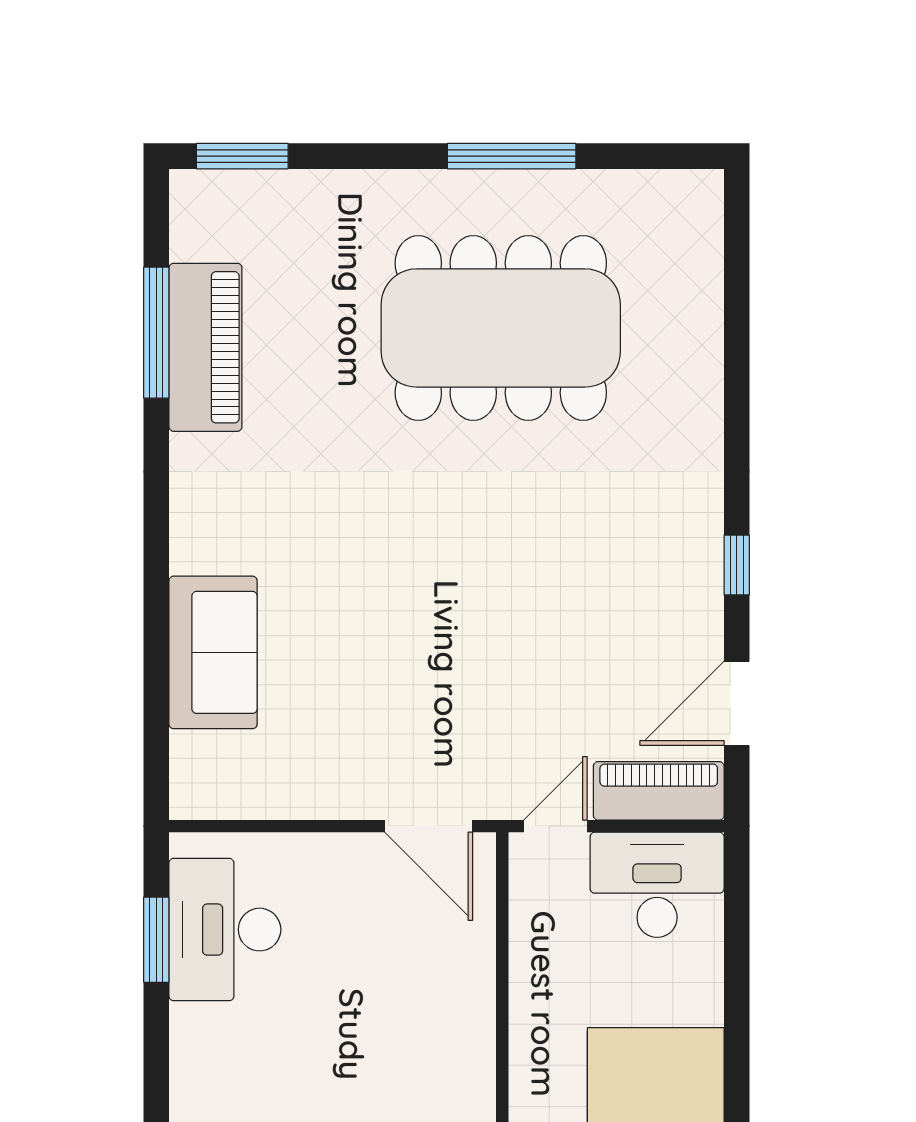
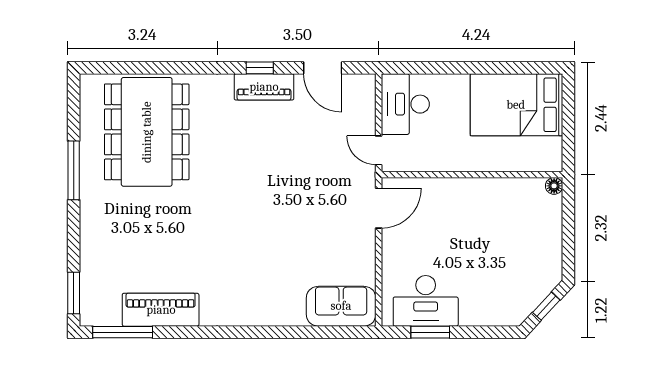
dining table: (501, 328) -> (147, 132), moved
window: (156, 333) -> (123, 332), moved
sofa: (213, 652) -> (341, 306), moved
piano: (659, 791) -> (264, 87), moved, turned -90

